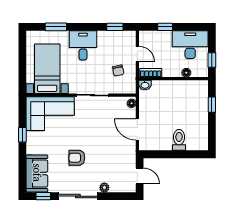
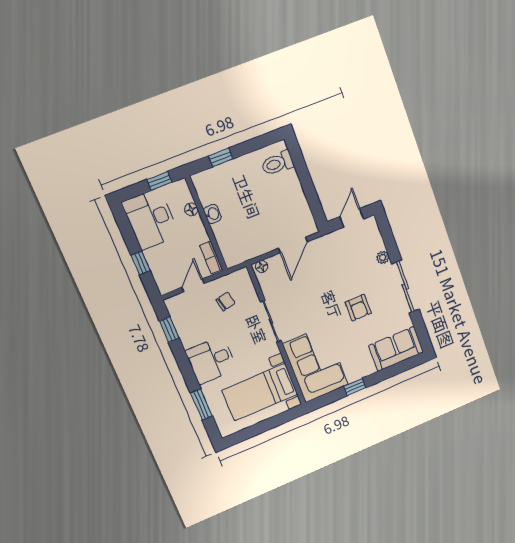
washbasin: (145, 85) -> (212, 214), moved
toilet: (179, 140) -> (278, 163), moved
window: (43, 196) -> (421, 329), removed

